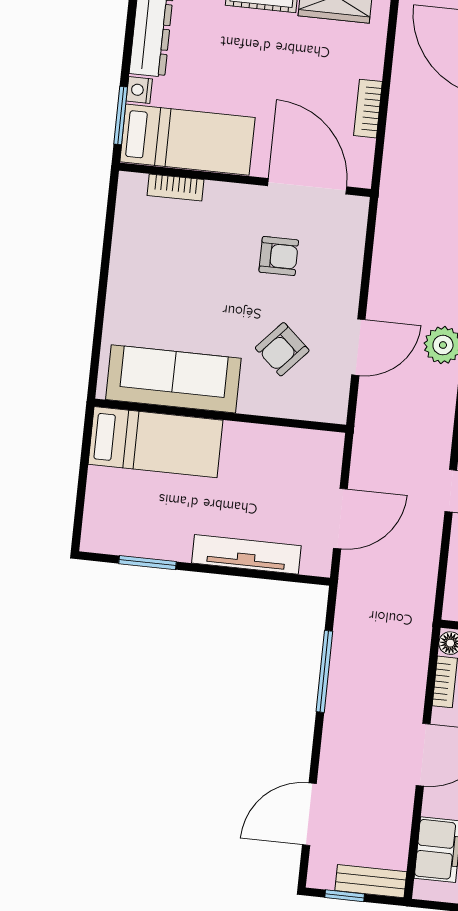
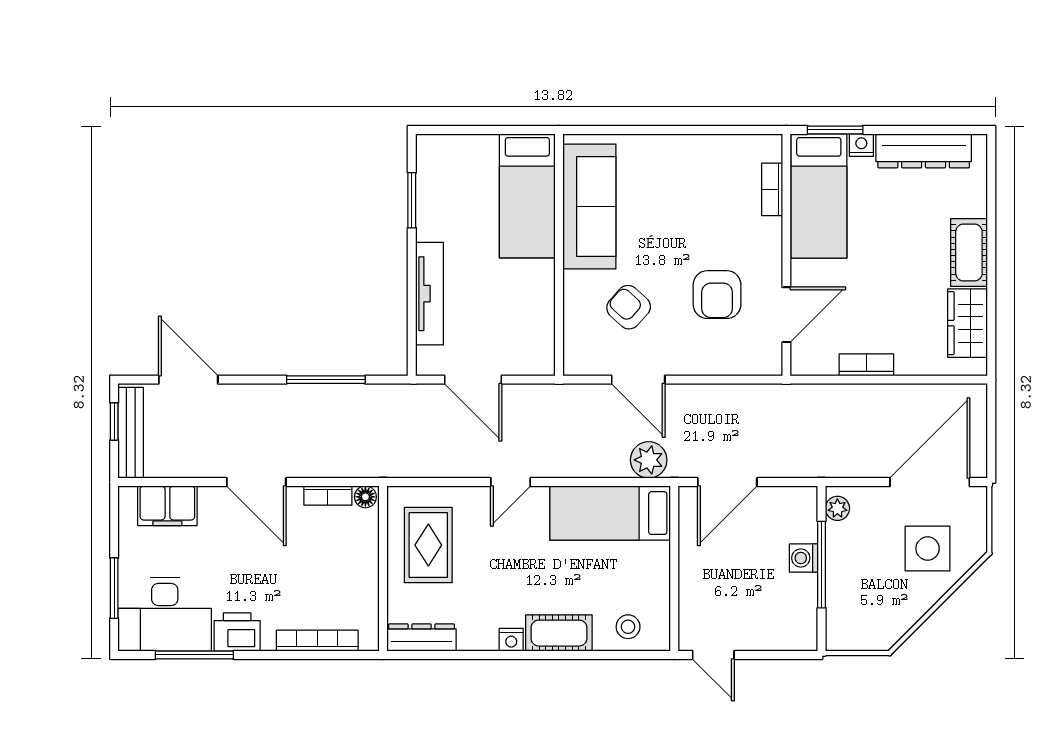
door: (307, 186) -> (786, 315), width x0.73
armchair: (279, 256) -> (717, 295), width x1.38, depth x1.38
bench: (371, 881) -> (131, 433), width x1.36

